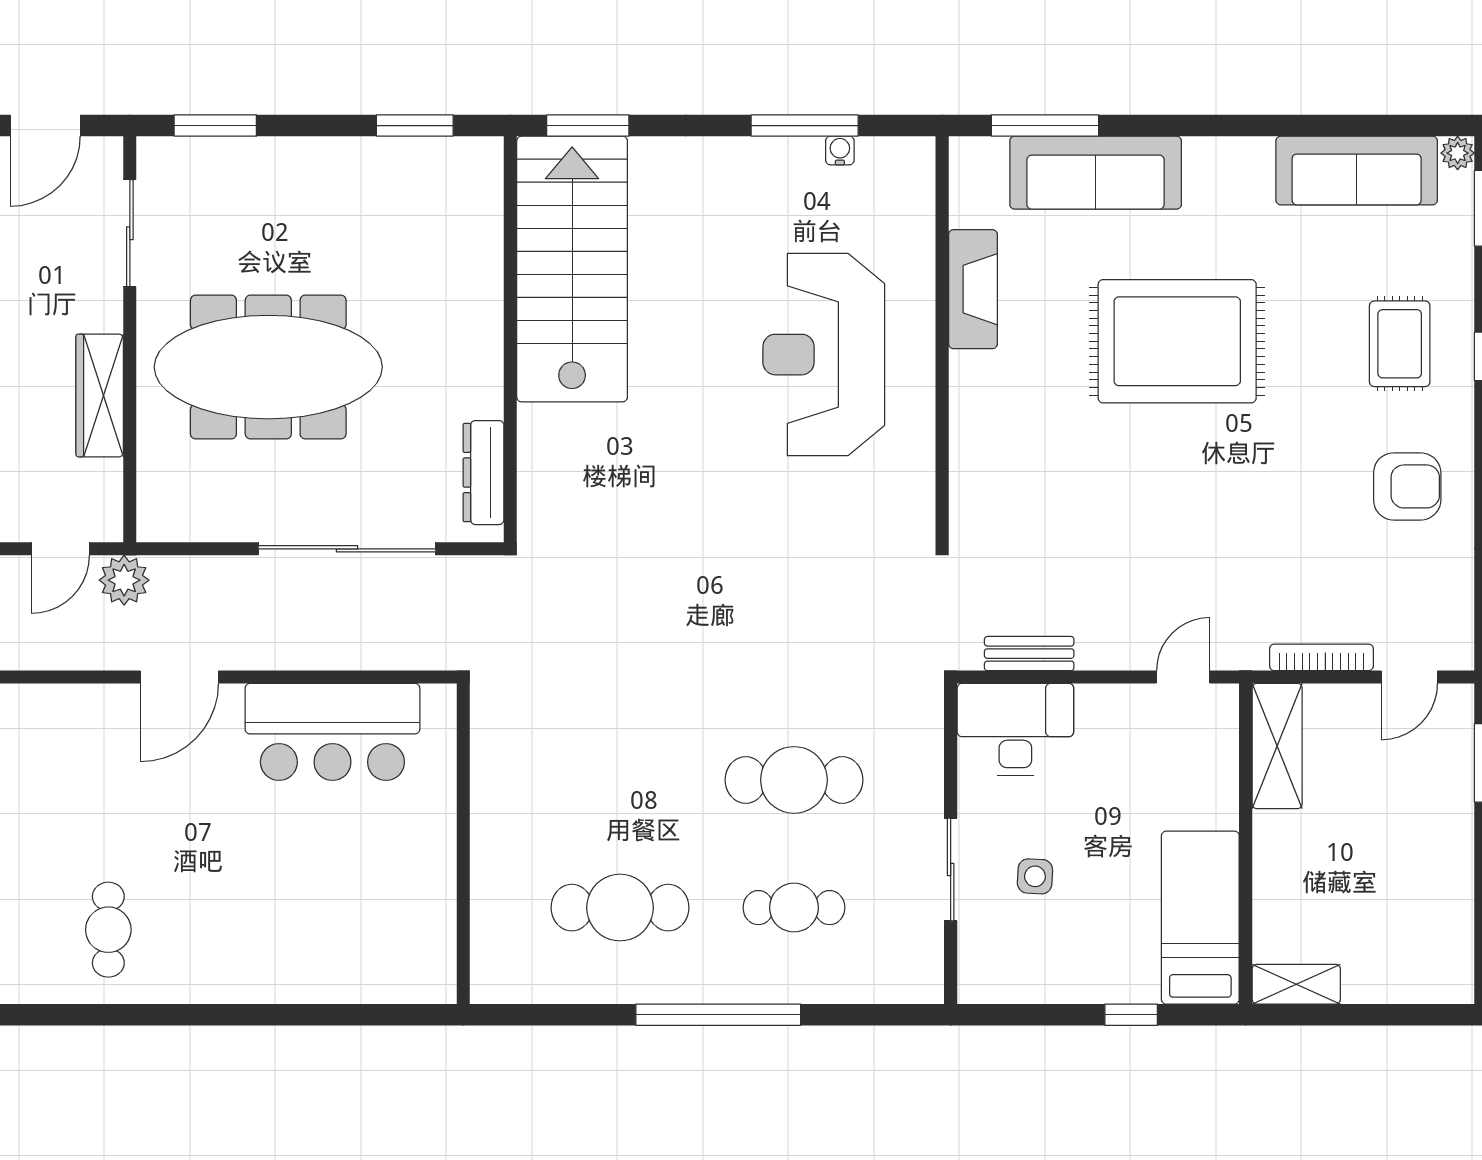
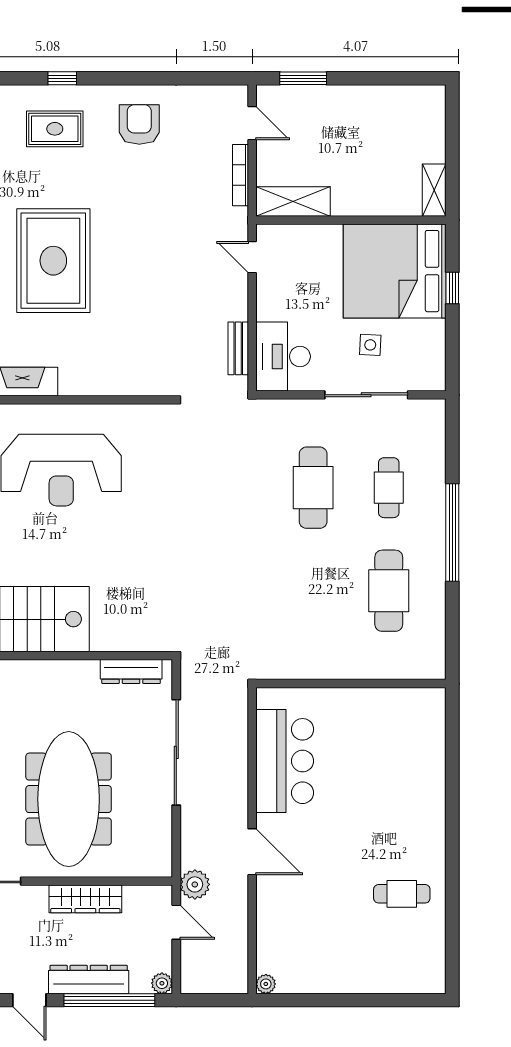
sliding door: (951, 869) -> (366, 395), width x1.37
bed: (1200, 918) -> (395, 271), width x2.04

